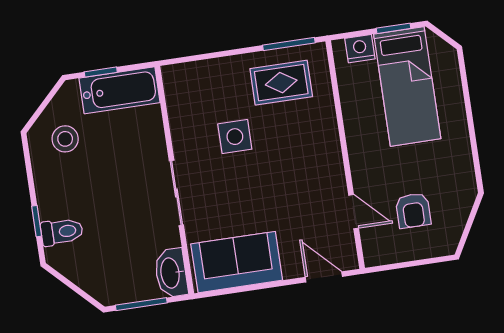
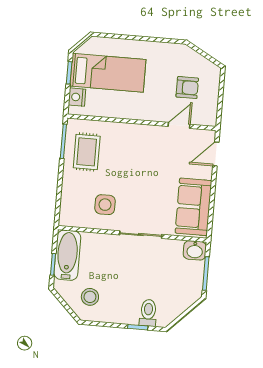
side table: (235, 137) -> (105, 205), moved
washbasin: (171, 273) -> (195, 250), width x0.72

